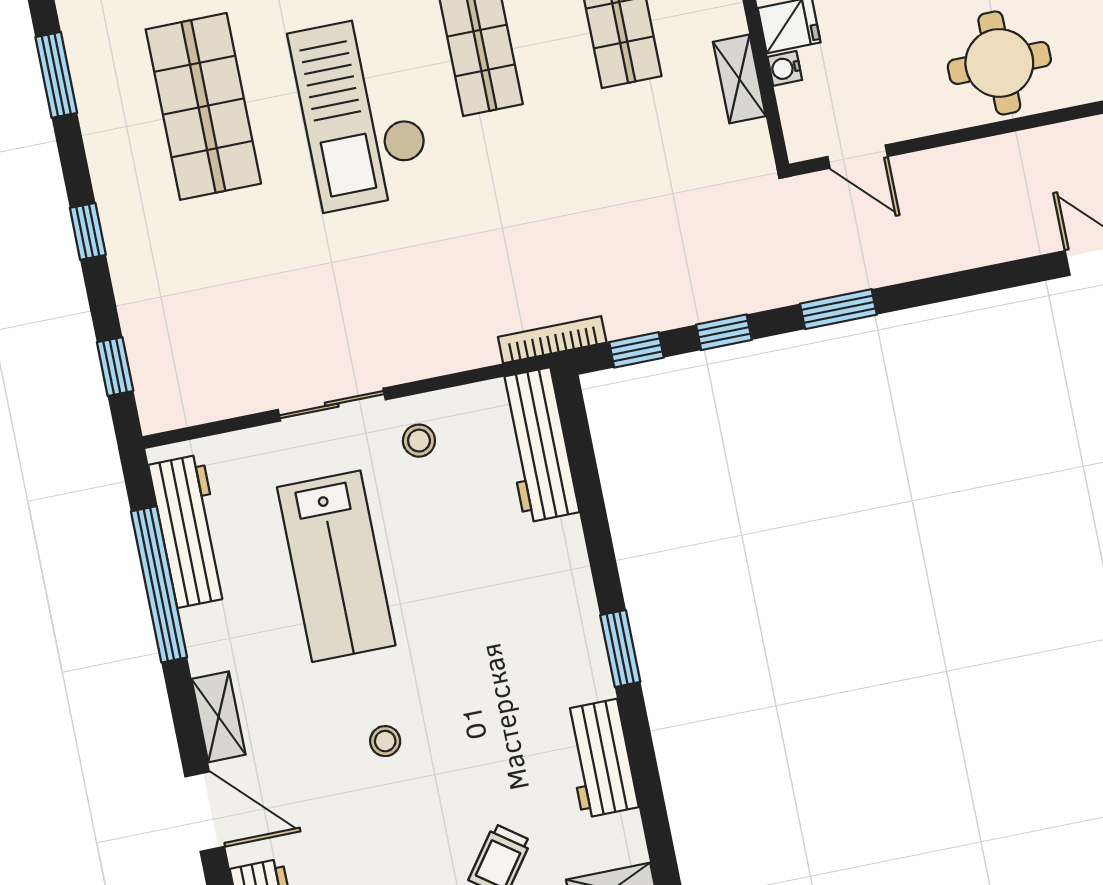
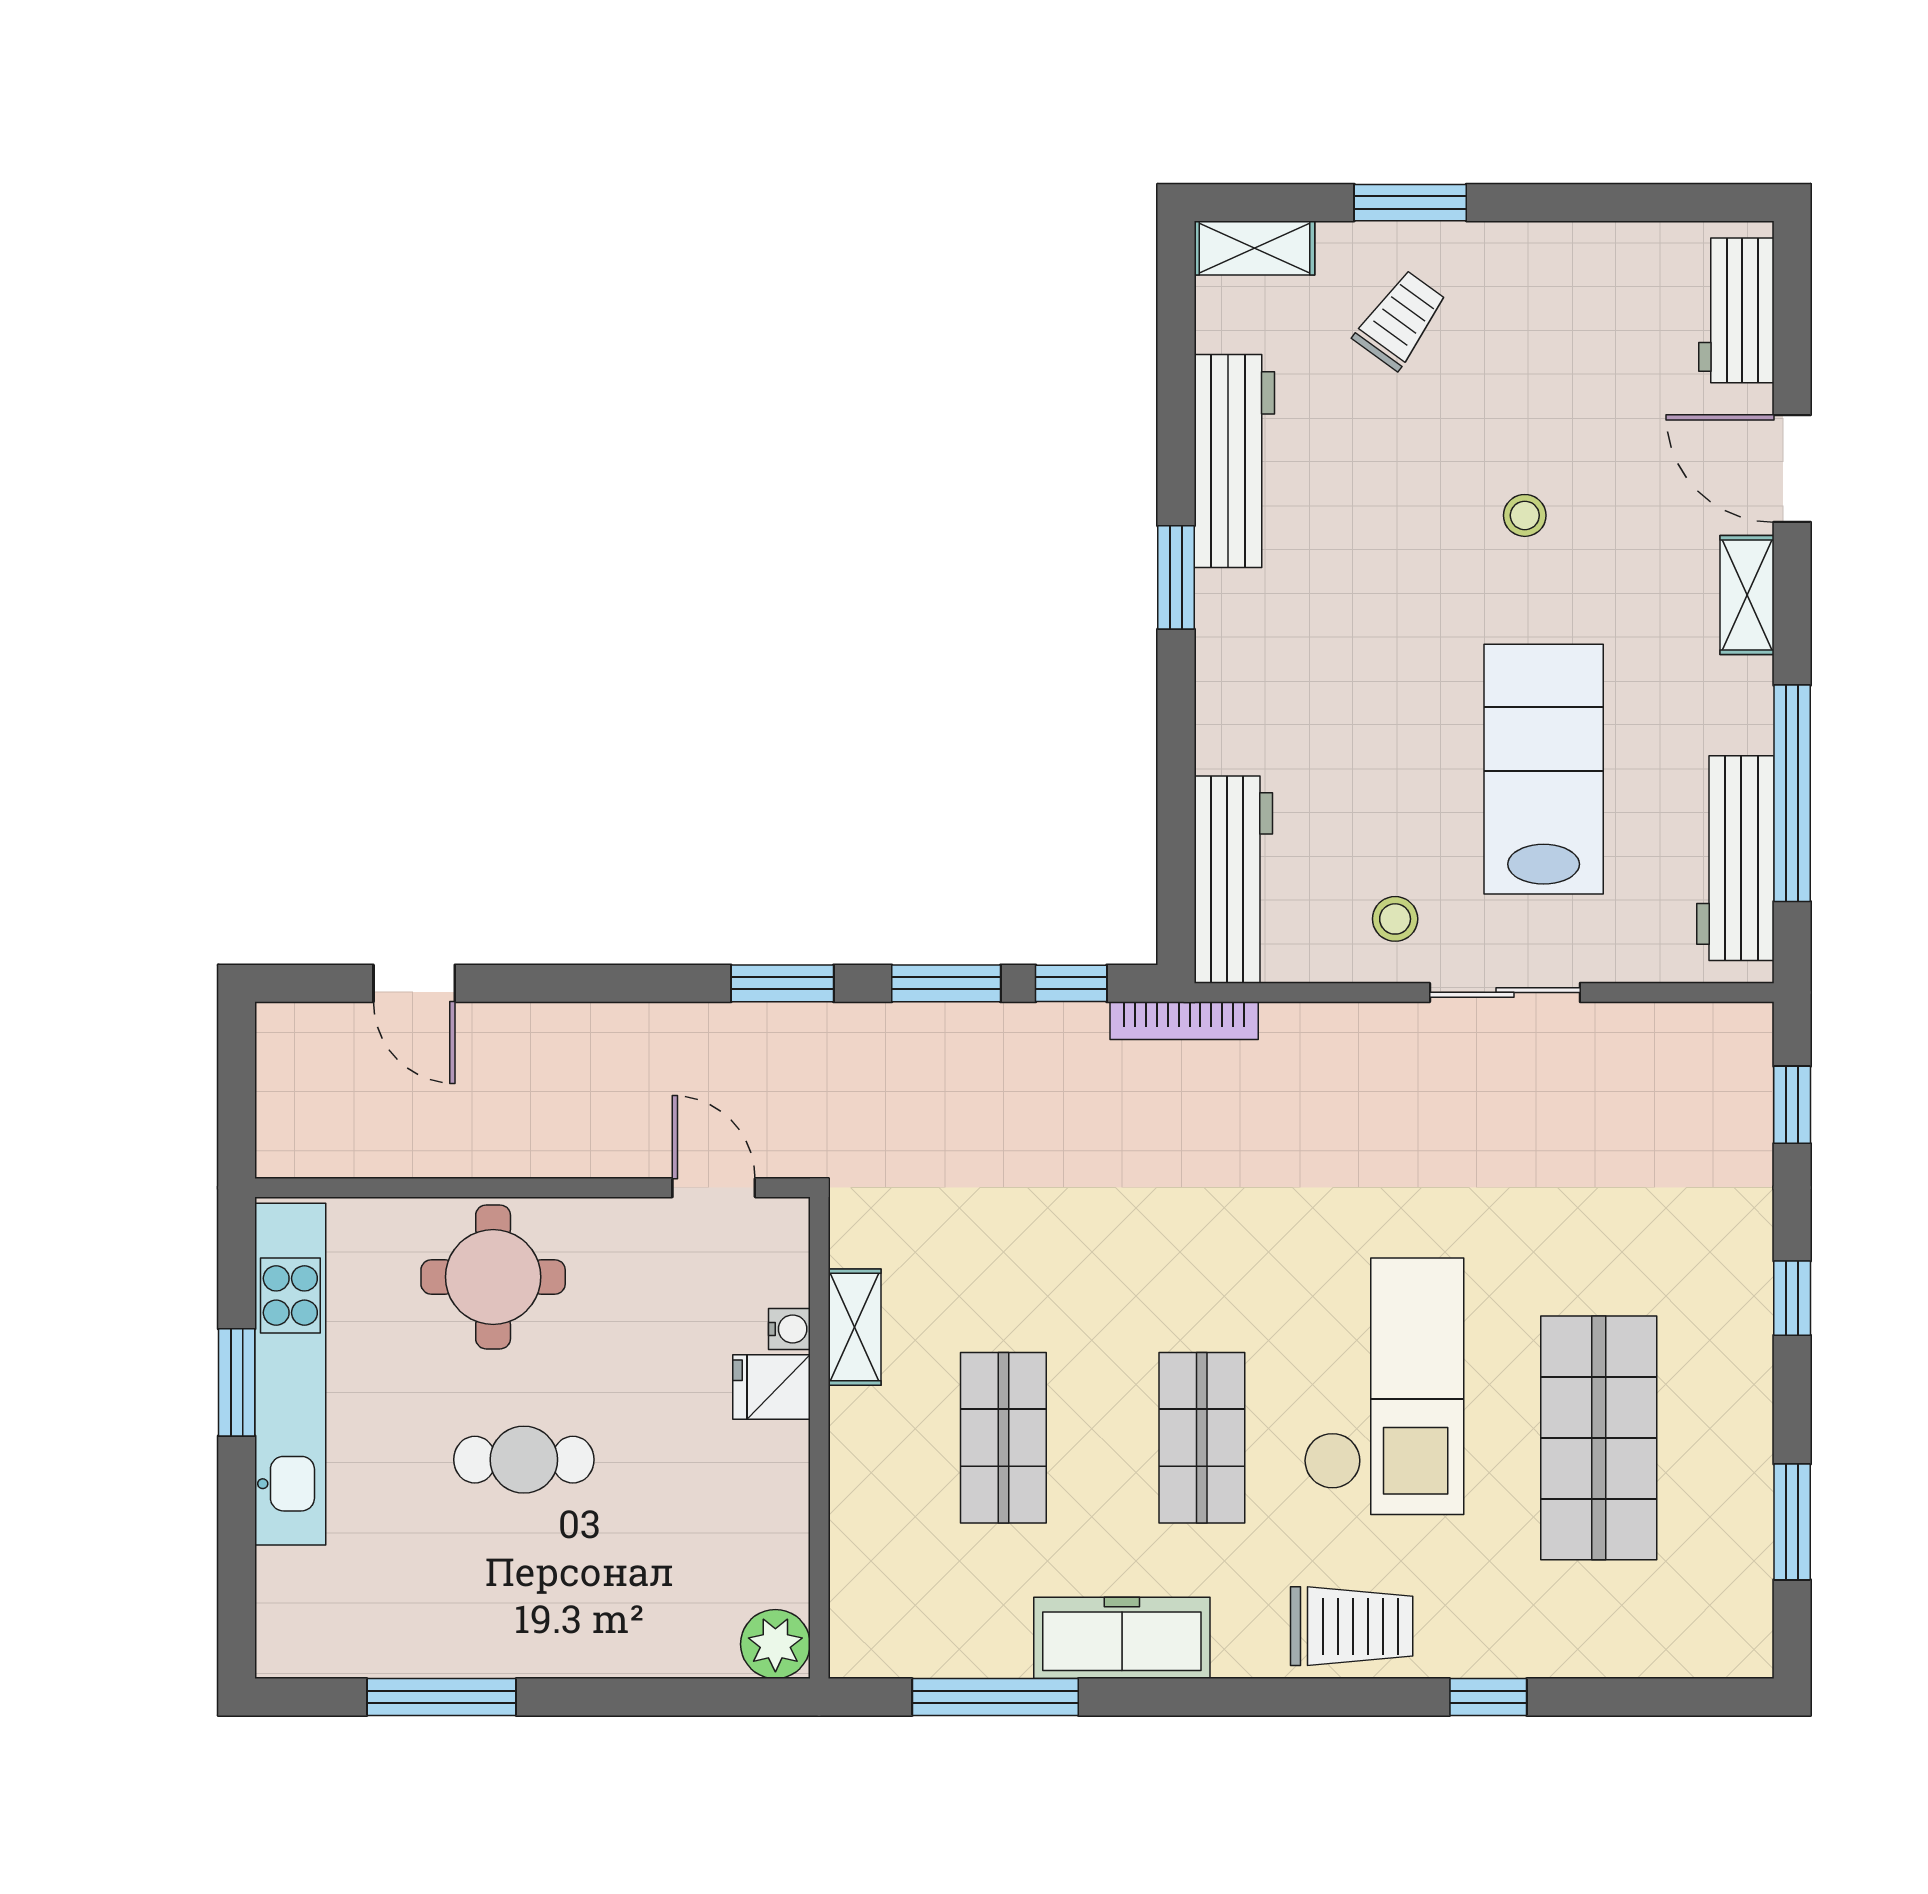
window: (724, 332) -> (946, 983), width x1.50
workbench: (600, 758) -> (1234, 461), width x1.38

